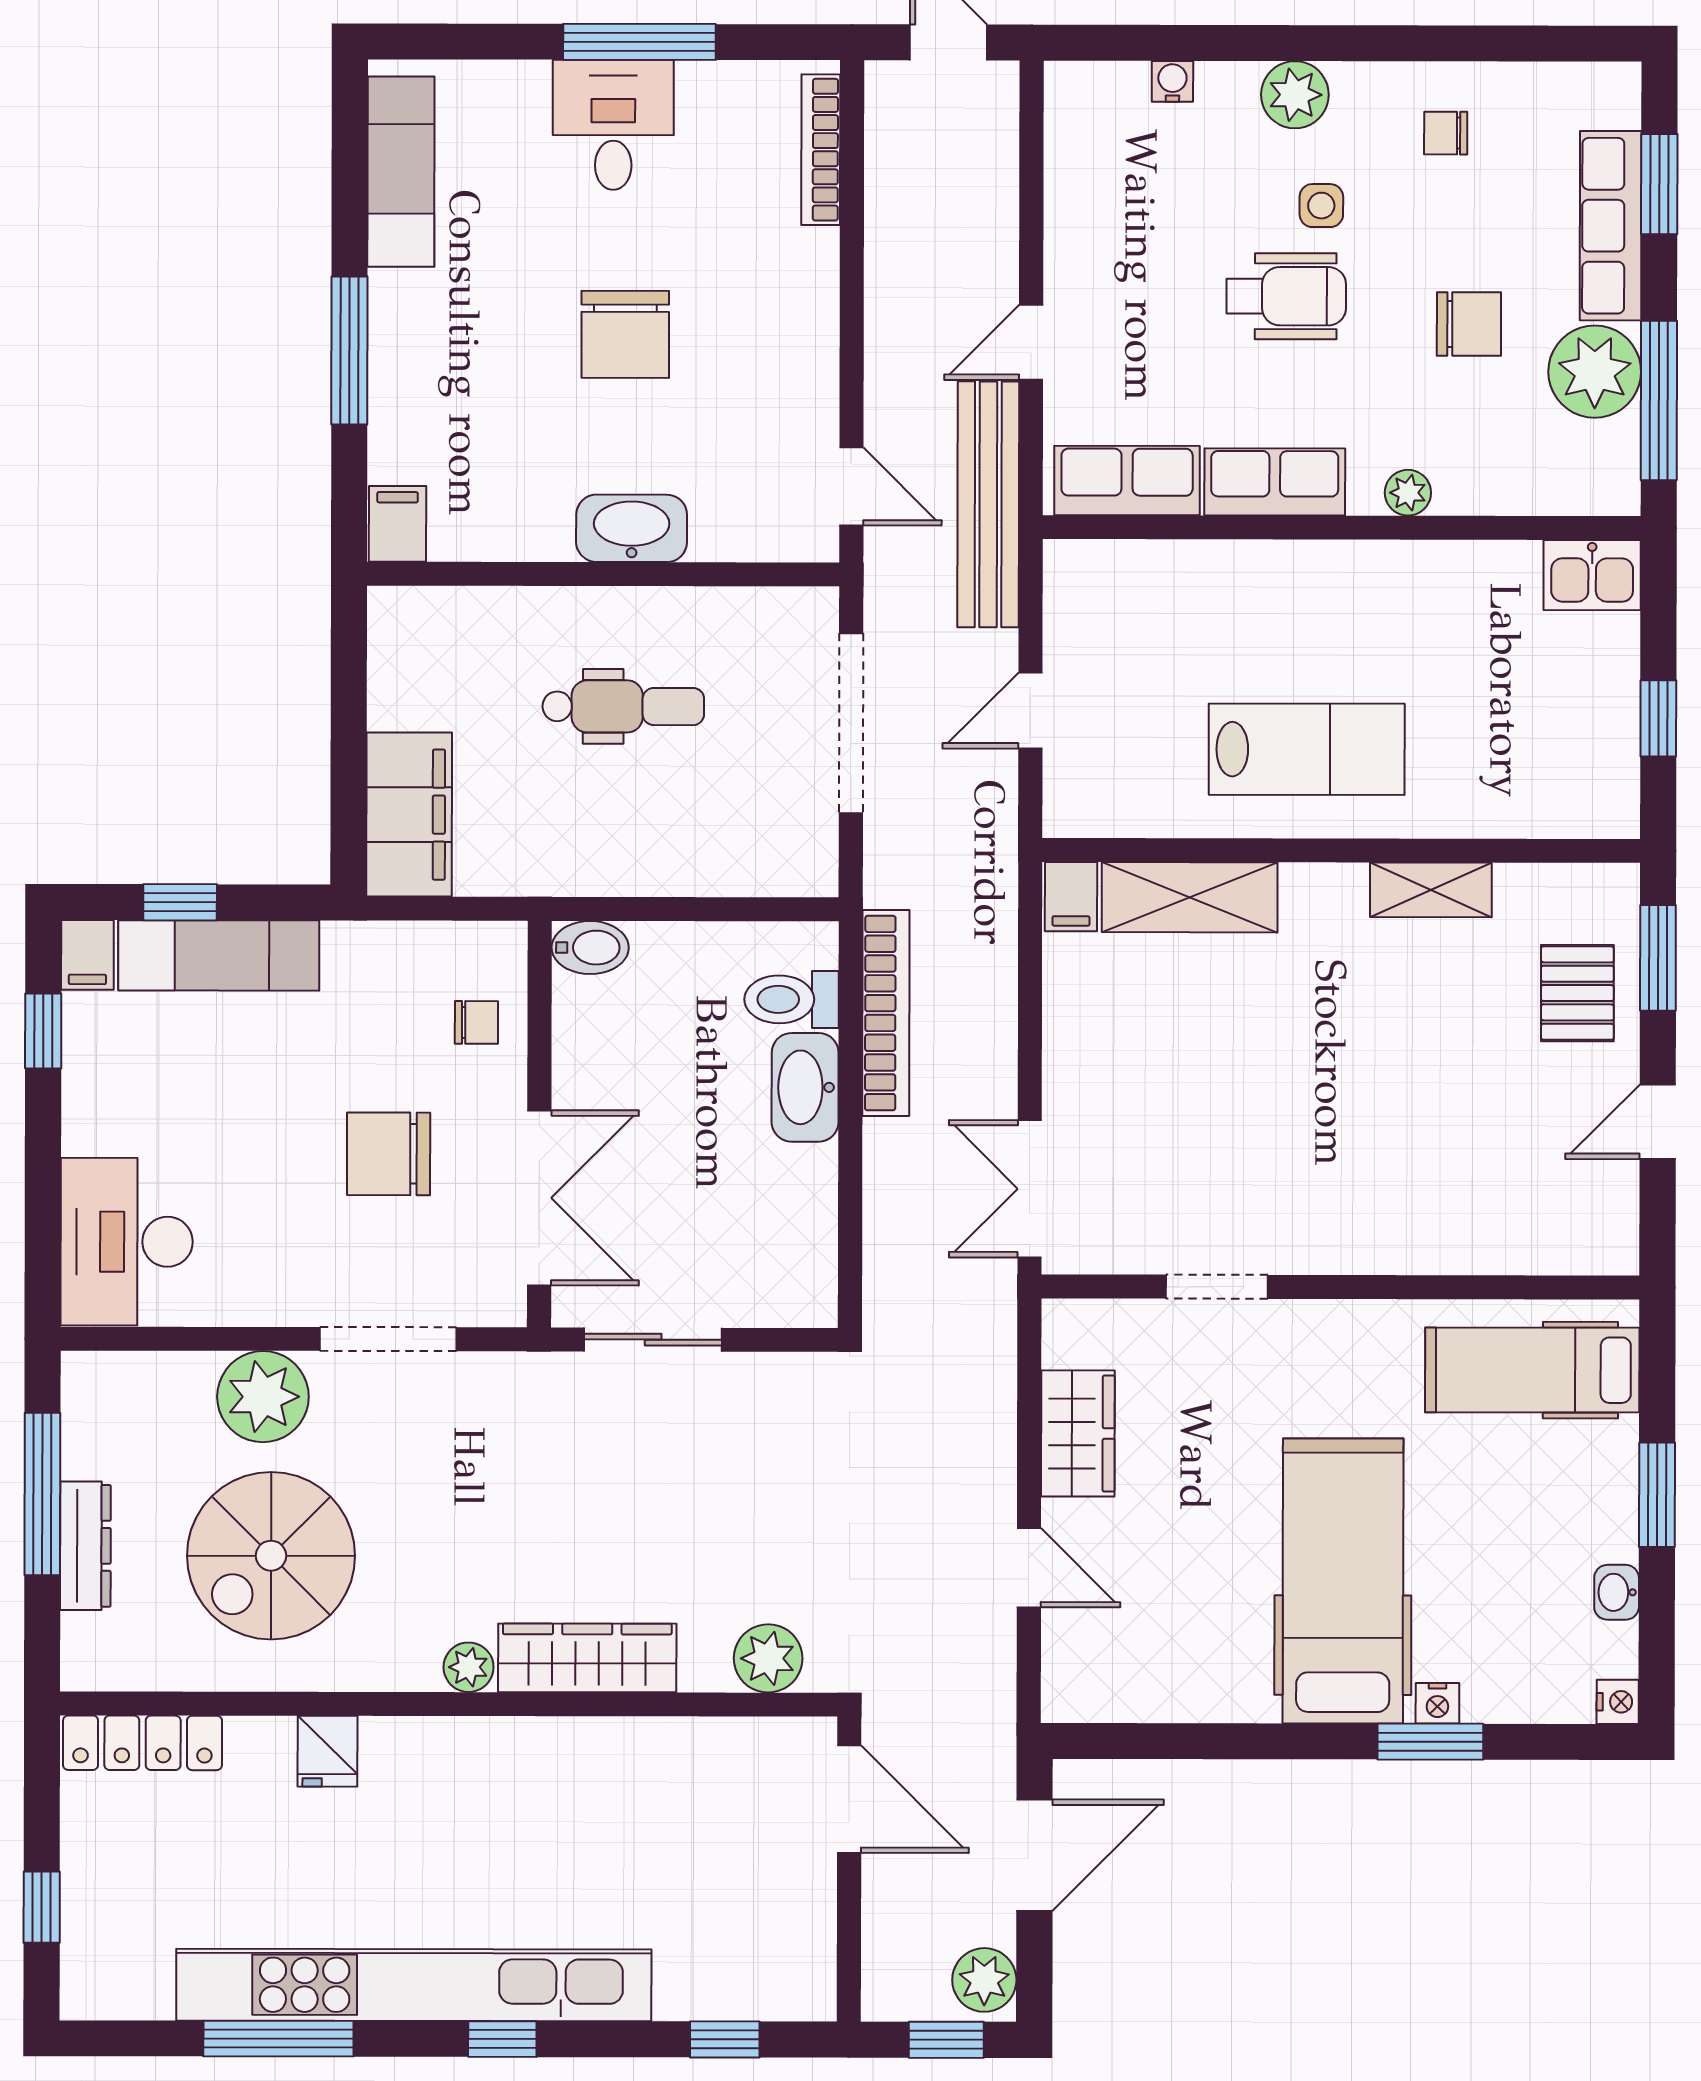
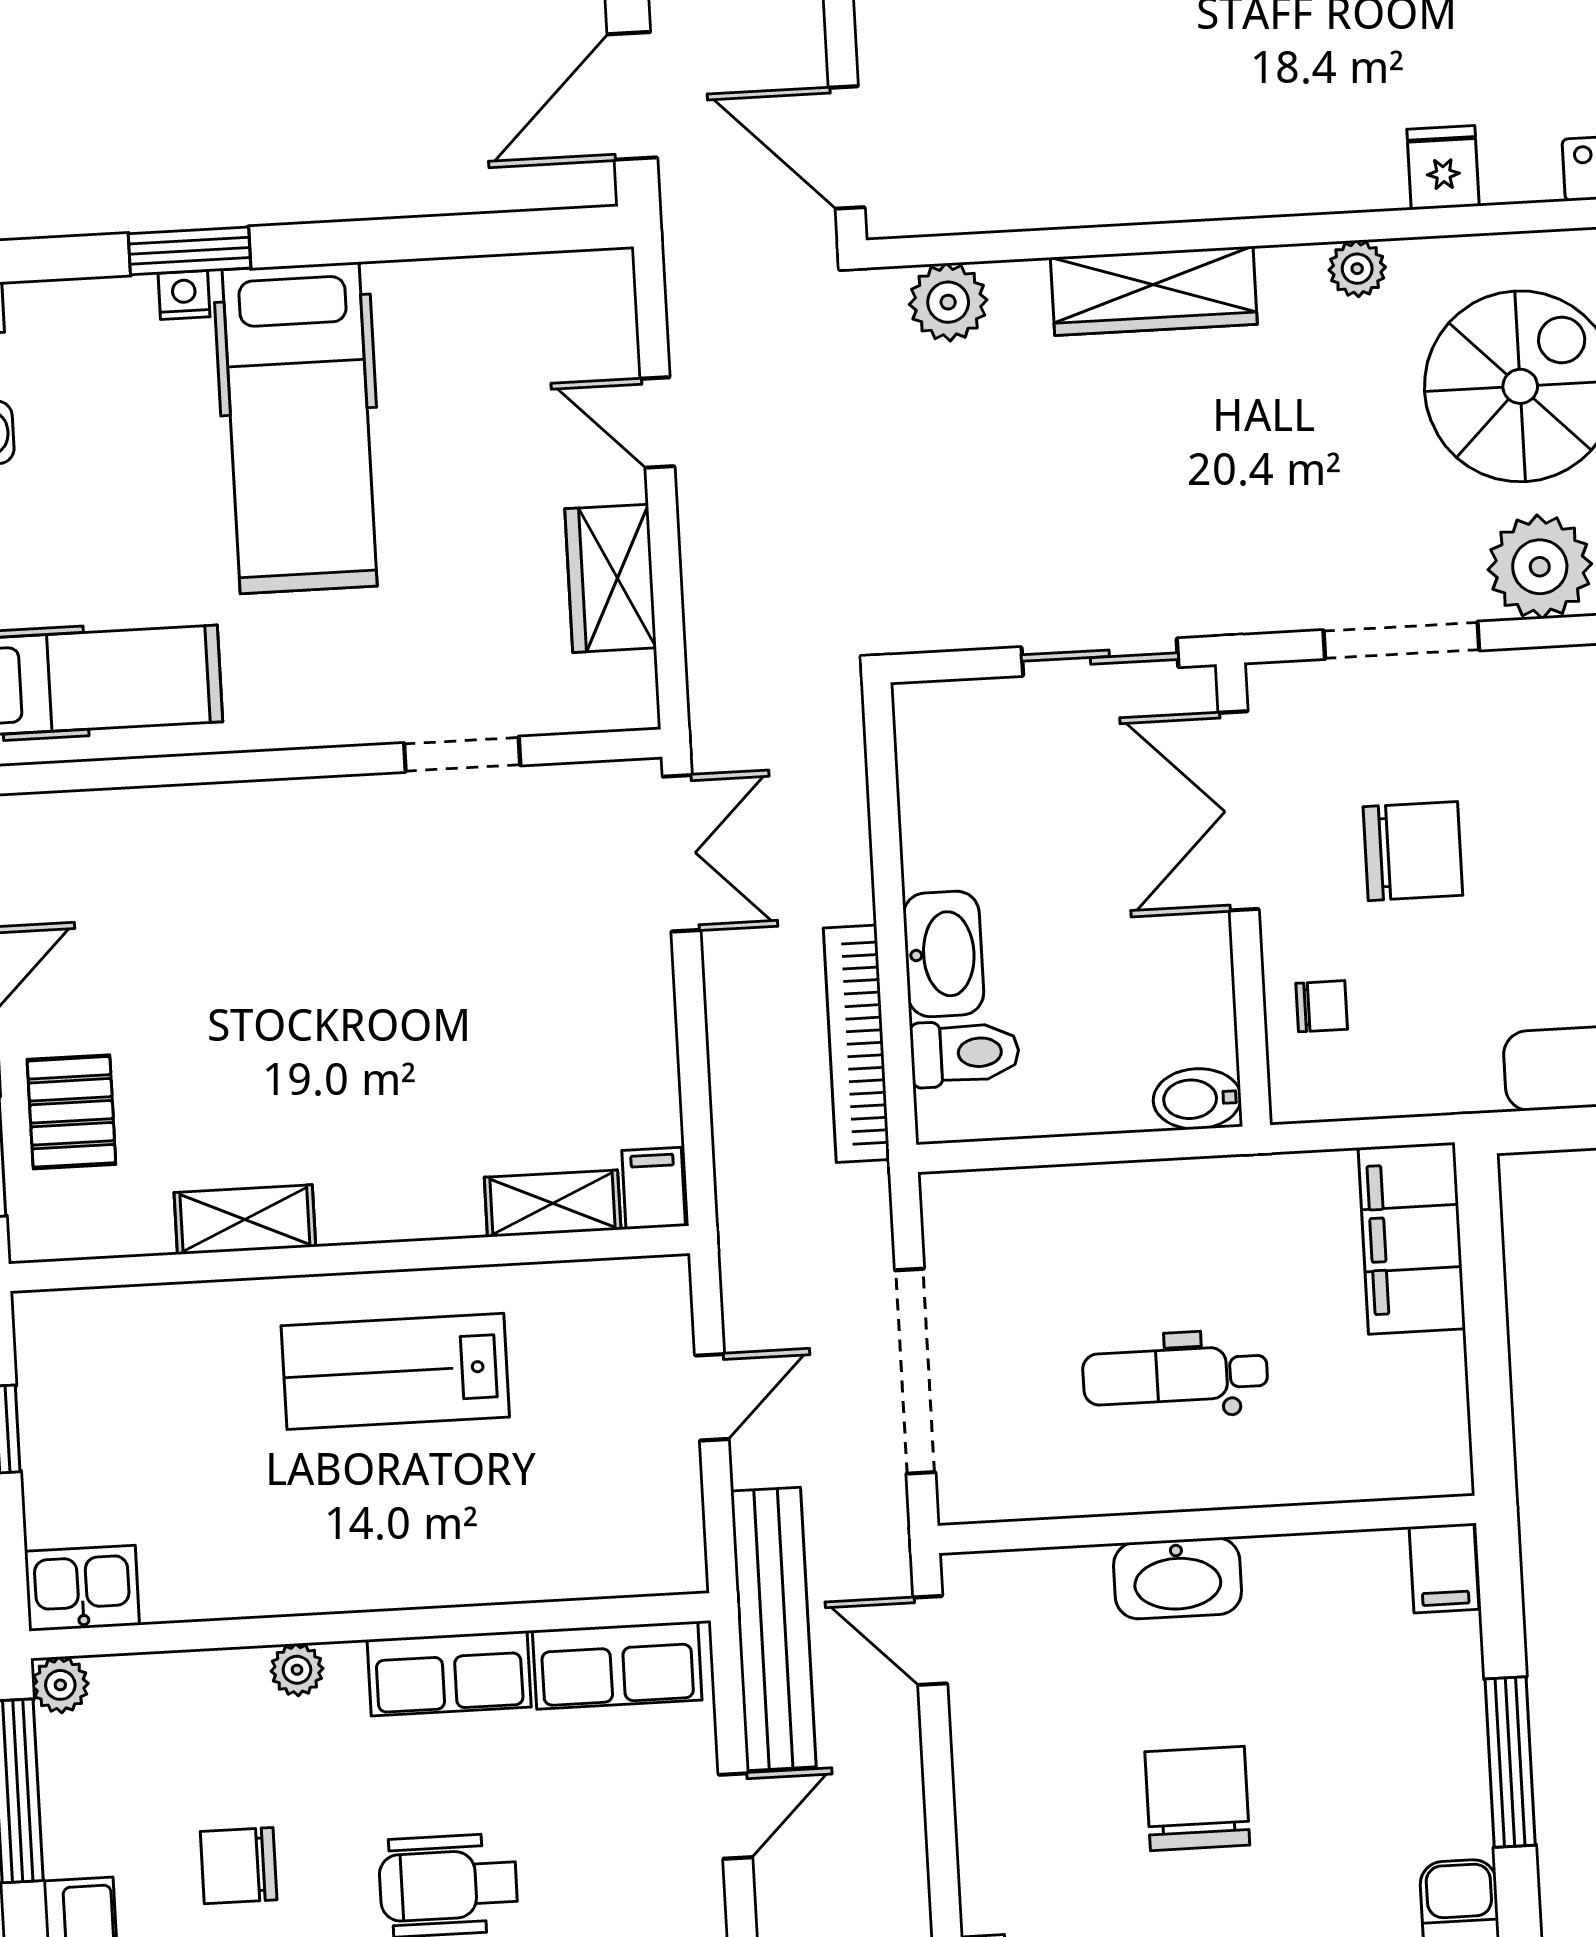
plant: (1595, 372) -> (60, 1685), moved, width x0.53, depth x0.53
shelving: (1190, 897) -> (553, 1203), width x0.67, depth x0.75
chair: (476, 1022) -> (1322, 1006), turned 180
plant: (469, 1667) -> (1357, 269), moved

